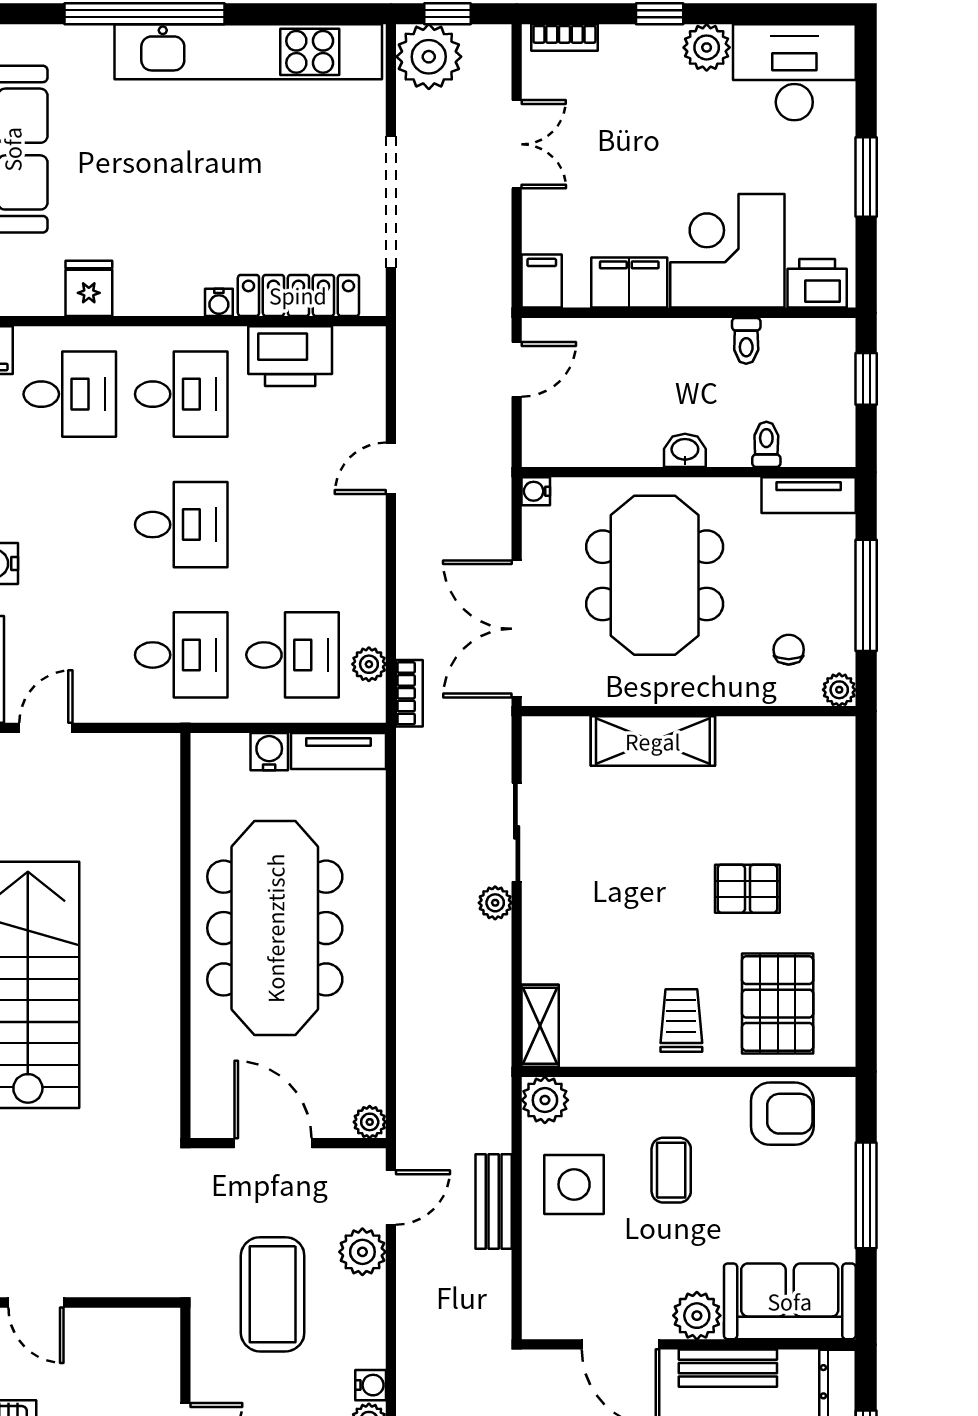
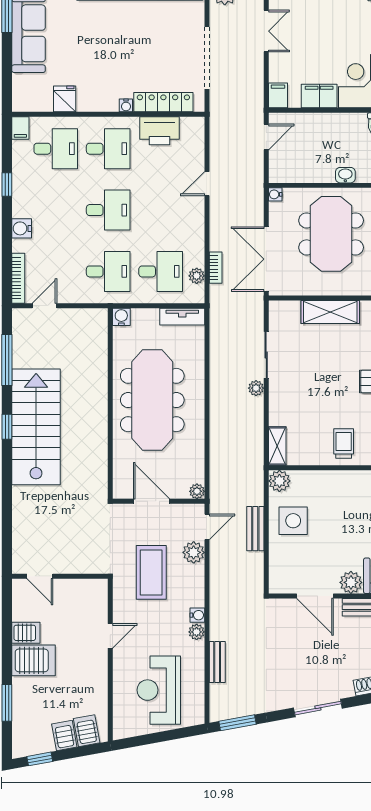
bookcase: (409, 693) -> (216, 268), moved
water cooler: (269, 752) -> (121, 317), moved
coffee table: (671, 1170) -> (339, 514), removed

